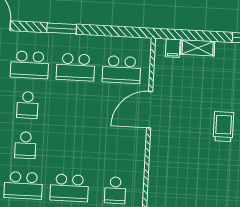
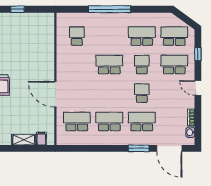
window: (62, 28) -> (139, 148), moved
door: (150, 110) -> (55, 94), swing flipped
school desk: (69, 188) -> (109, 65), moved

